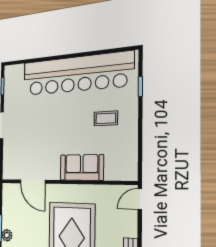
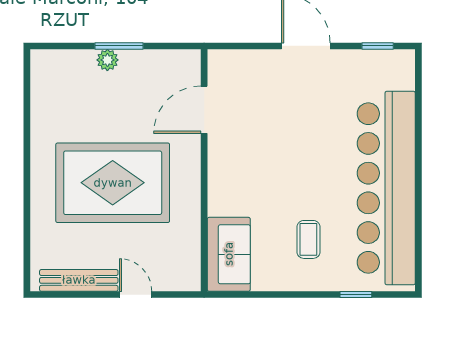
sofa: (82, 167) -> (229, 254), moved
door: (140, 199) -> (136, 295), moved

